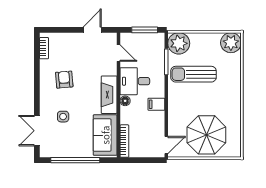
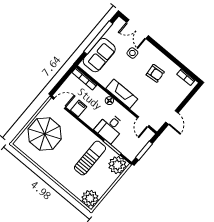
door: (119, 53) -> (143, 122), hinge flipped
desk: (135, 81) -> (110, 128), moved, turned 180
filing cabinet: (156, 104) -> (79, 108), moved
double door: (37, 131) -> (137, 29), swing flipped
sofa: (105, 135) -> (99, 55), moved, turned 90
door: (166, 145) -> (60, 103), swing flipped

